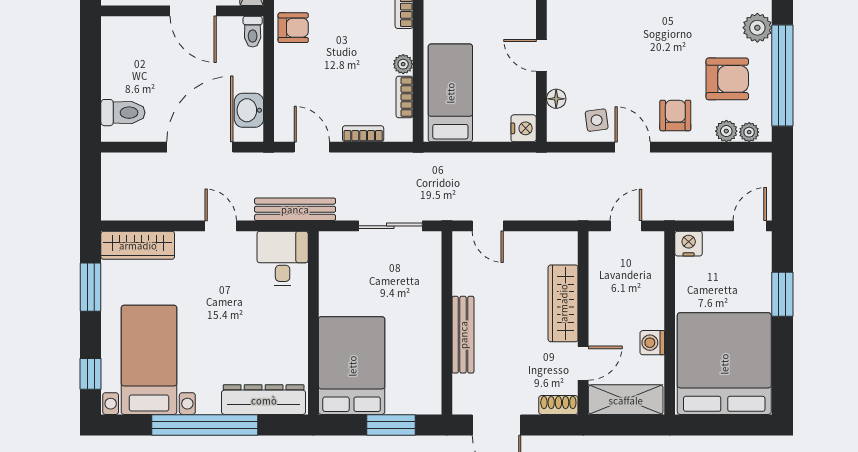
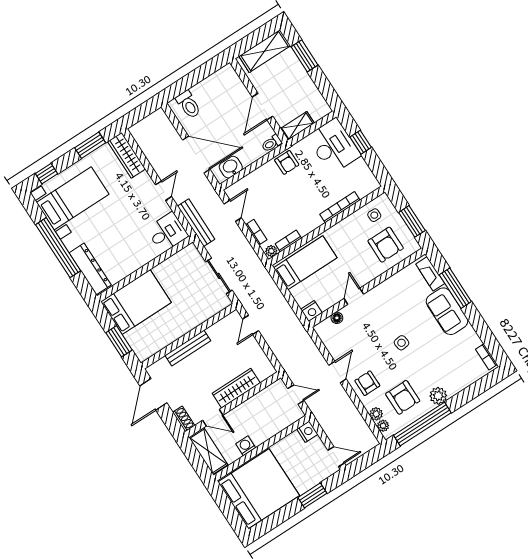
plant: (403, 64) -> (271, 251), moved
armchair: (675, 115) -> (367, 383), turned -90
side table: (597, 120) -> (401, 343), moved

